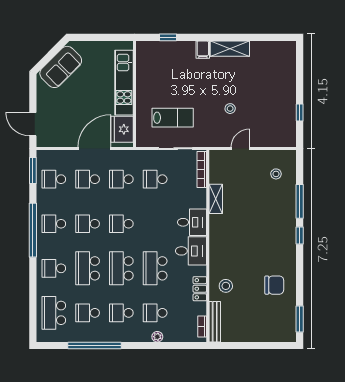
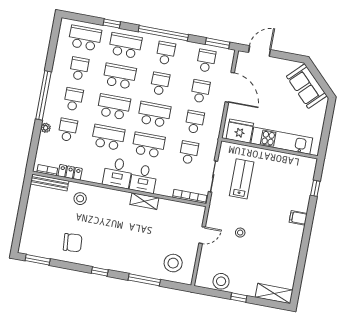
shelving: (230, 49) -> (274, 294), moved, turned 90
window: (300, 113) -> (239, 297), moved
lab bench: (173, 118) -> (242, 179), turned 180
stool: (286, 119) -> (221, 281), added
door: (94, 149) -> (230, 87), moved
door: (240, 149) -> (202, 235), hinge flipped
stool: (276, 174) -> (173, 263), width x1.89, depth x1.89
shelving: (216, 199) -> (144, 201), moved
school desk: (121, 224) -> (154, 114), width x1.85
school desk: (155, 224) -> (148, 145), added
window: (300, 235) -> (100, 271), moved
school desk: (54, 268) -> (125, 46), width x1.85
chair: (274, 285) -> (73, 243), turned -95
window: (33, 287) -> (112, 23), added
locker: (200, 289) -> (70, 172), moved
window: (95, 346) -> (43, 95), moved

